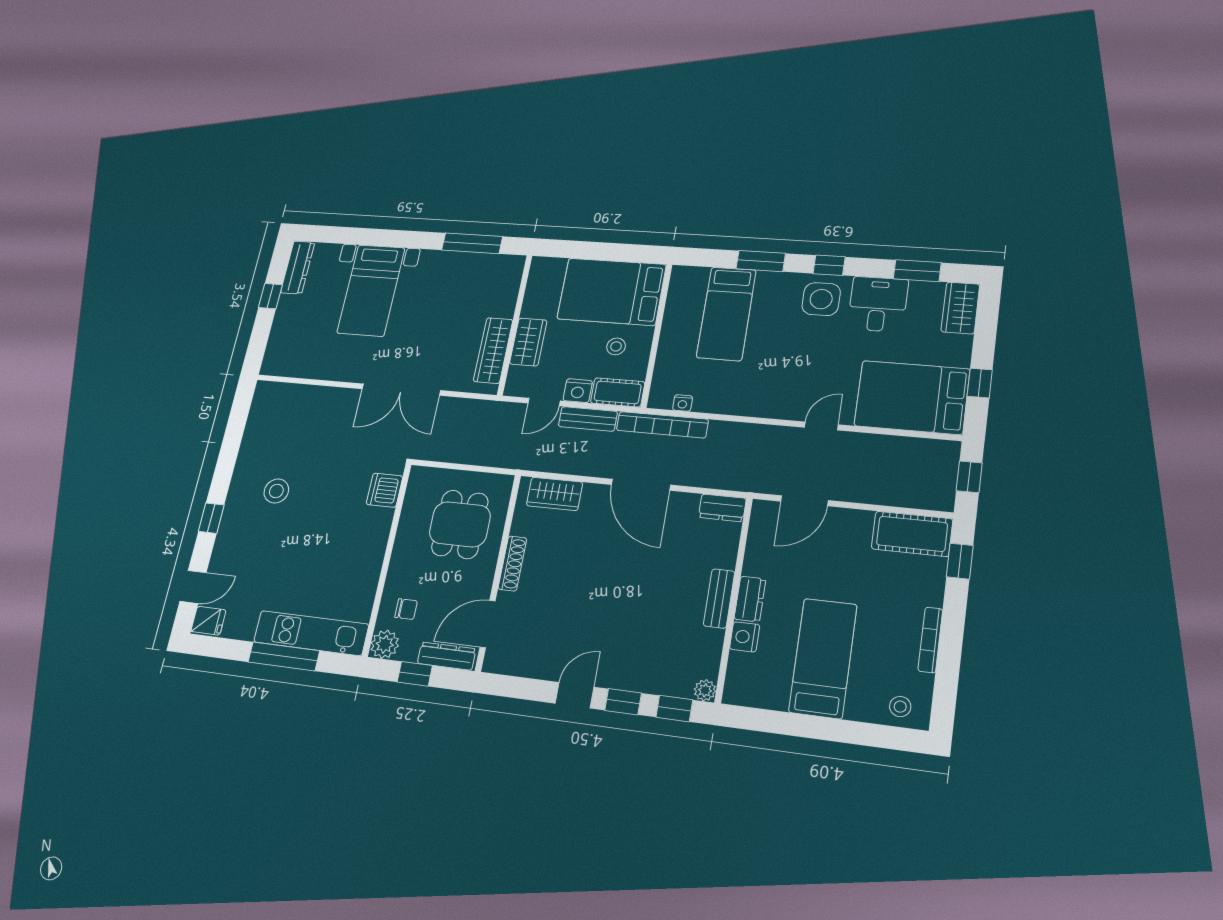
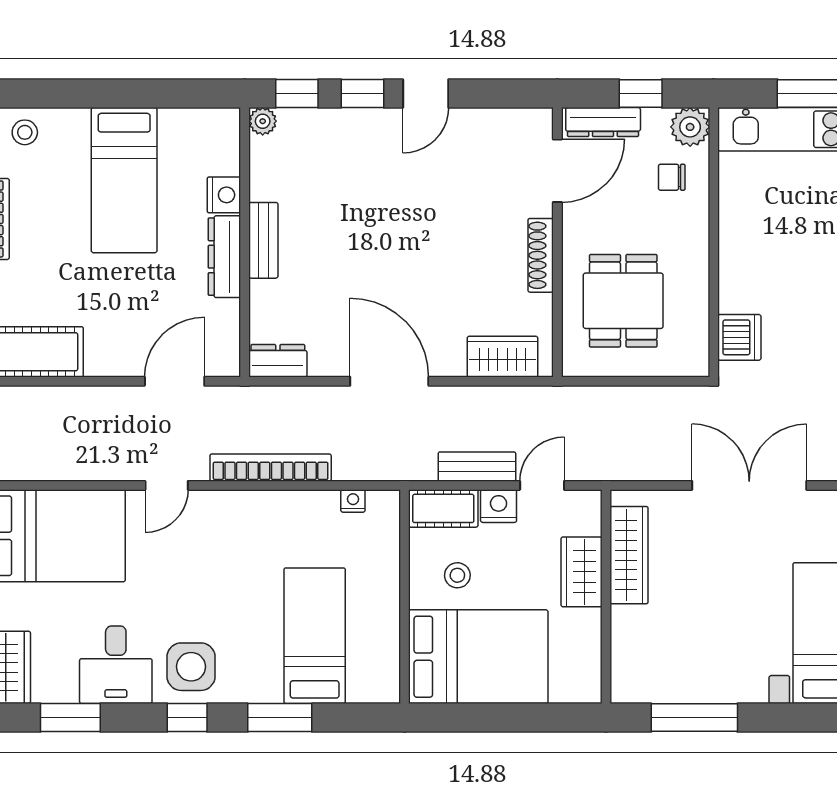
bookcase: (662, 425) -> (271, 468), moved
dresser: (750, 599) -> (224, 257), width x1.44

